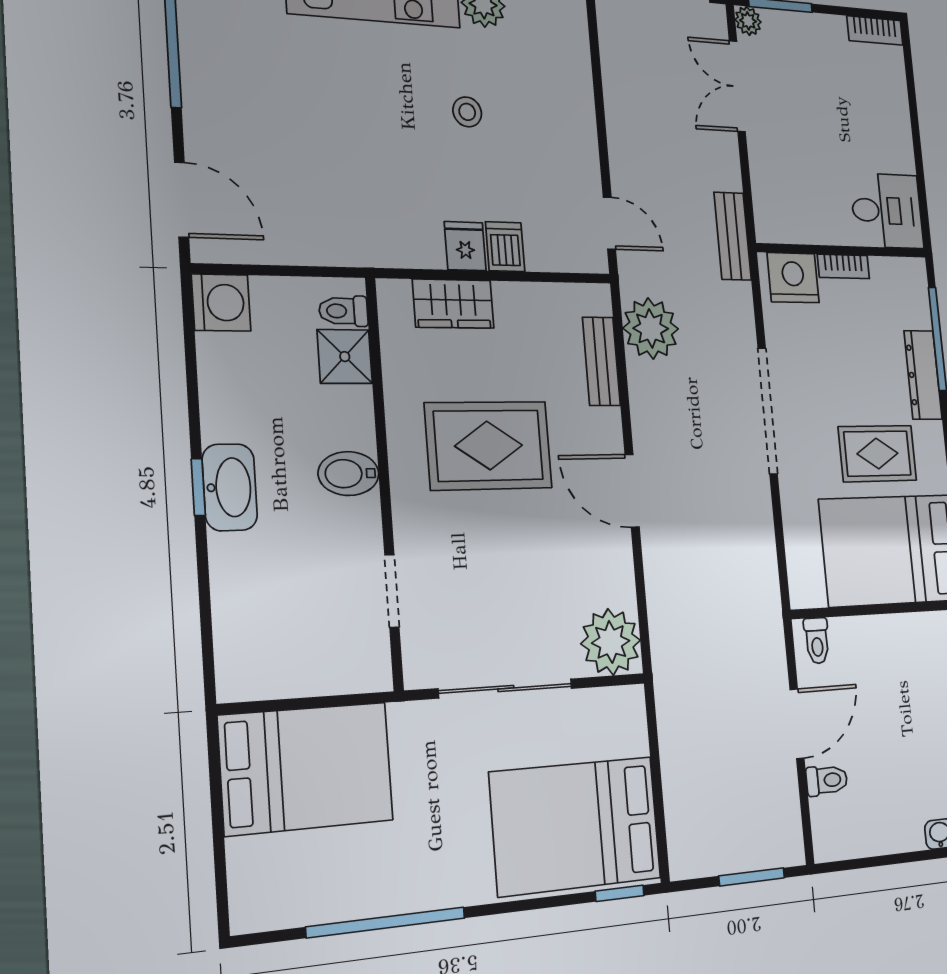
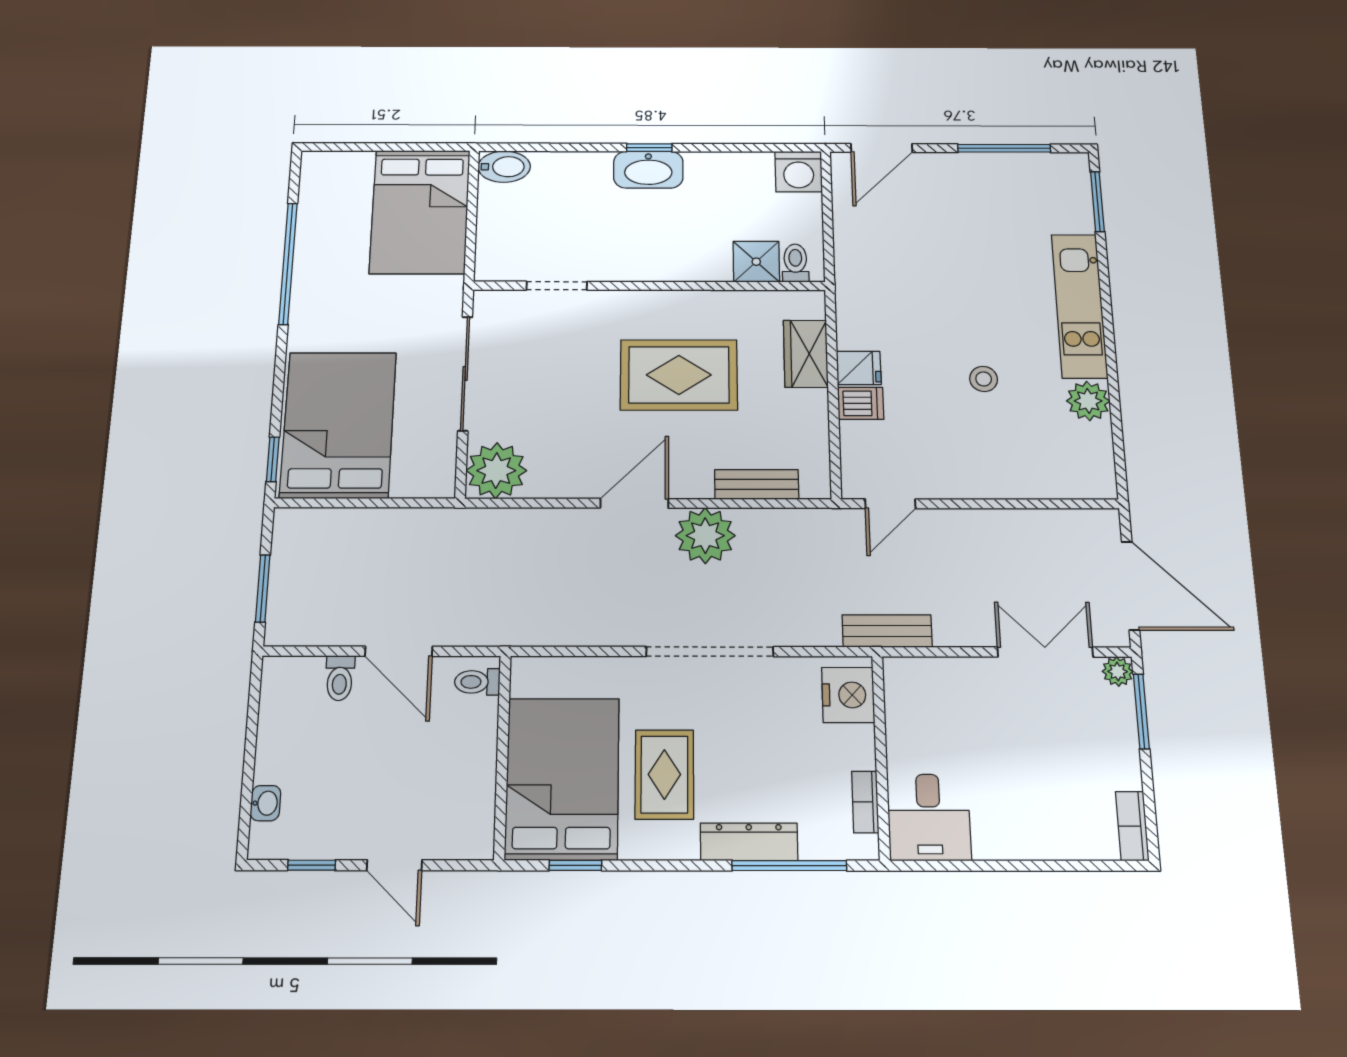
bookcase: (843, 266) -> (865, 802), moved
plant: (651, 328) -> (705, 536), moved
rug: (489, 446) -> (679, 375), turned 90
bidet: (348, 474) -> (504, 167), moved, turned 90

